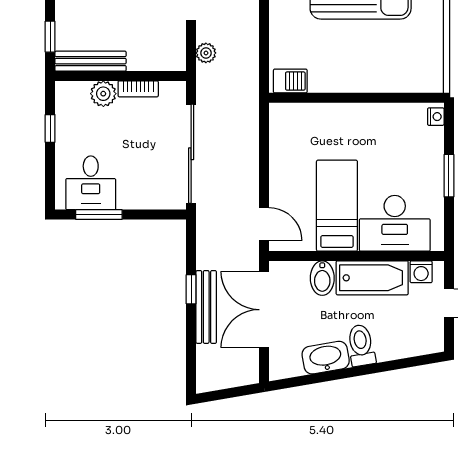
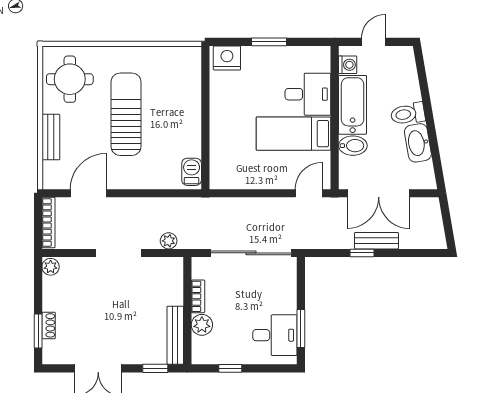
nightstand: (436, 117) -> (227, 58), width x1.89, depth x1.79
desk: (395, 223) -> (308, 94), width x0.73
bench: (206, 307) -> (376, 241), width x0.73

